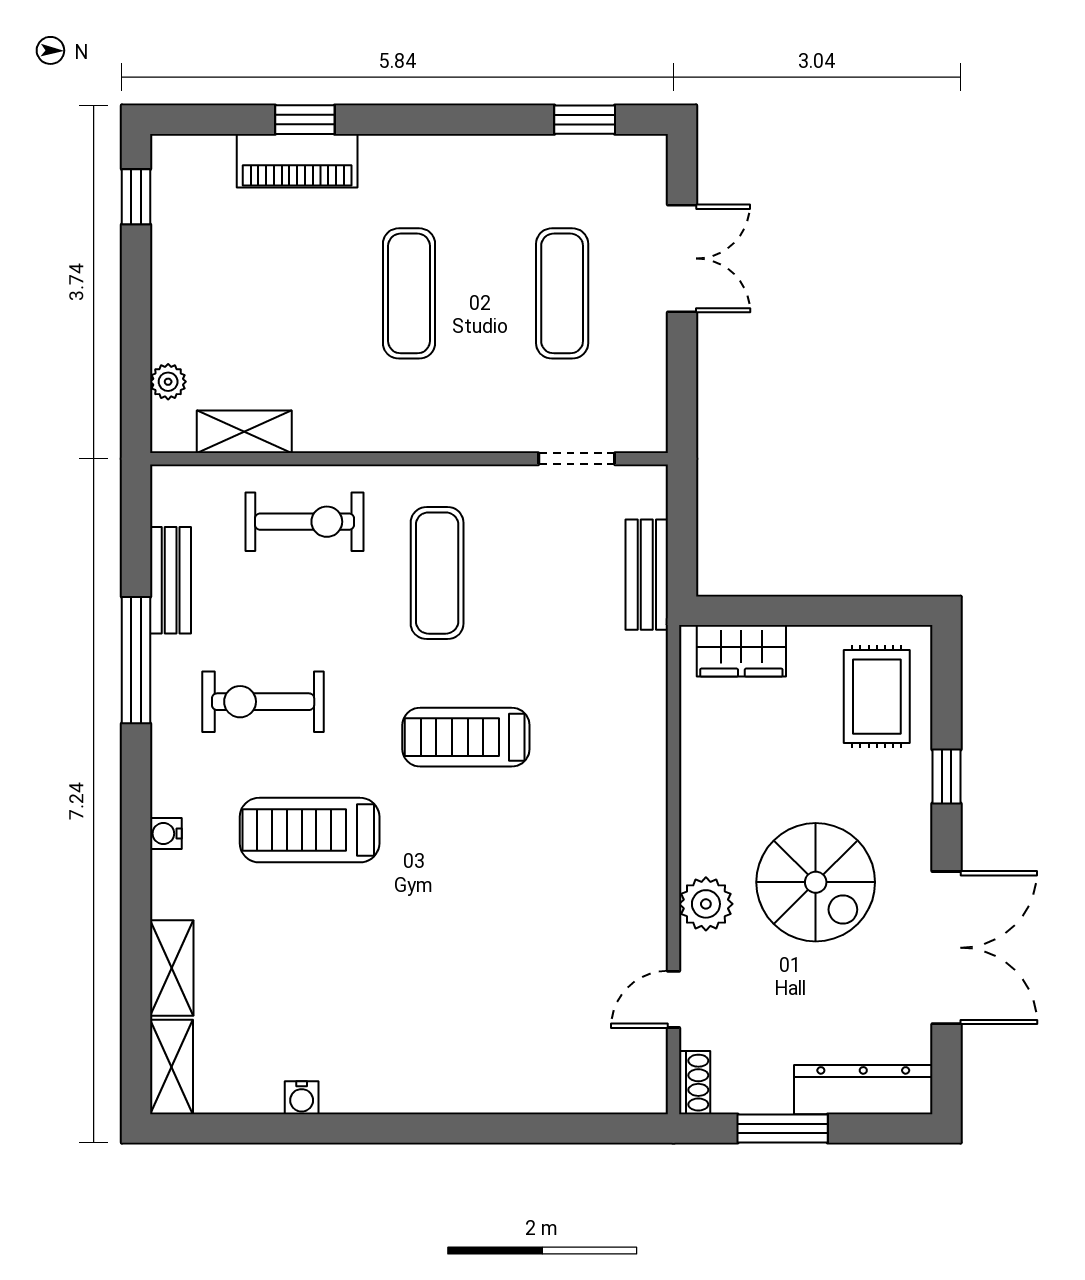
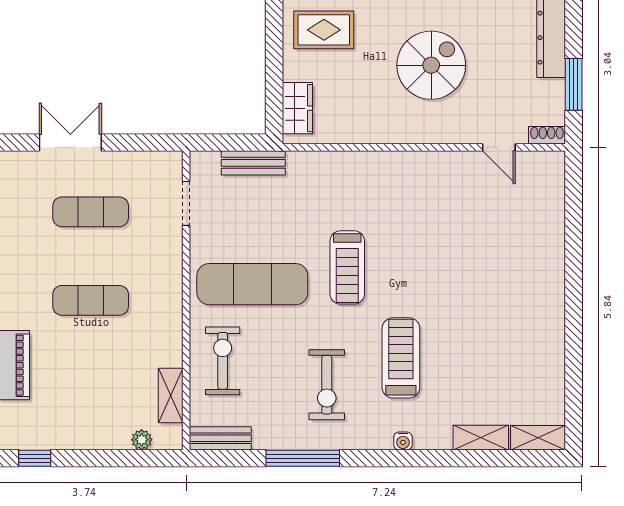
exercise mat: (437, 573) -> (252, 284), width x1.36, depth x1.45
bench: (171, 580) -> (220, 438), moved
treadmill: (310, 830) -> (401, 358), turned 180
plant: (706, 904) -> (444, 129), removed
water cooler: (302, 1098) -> (556, 362), removed

